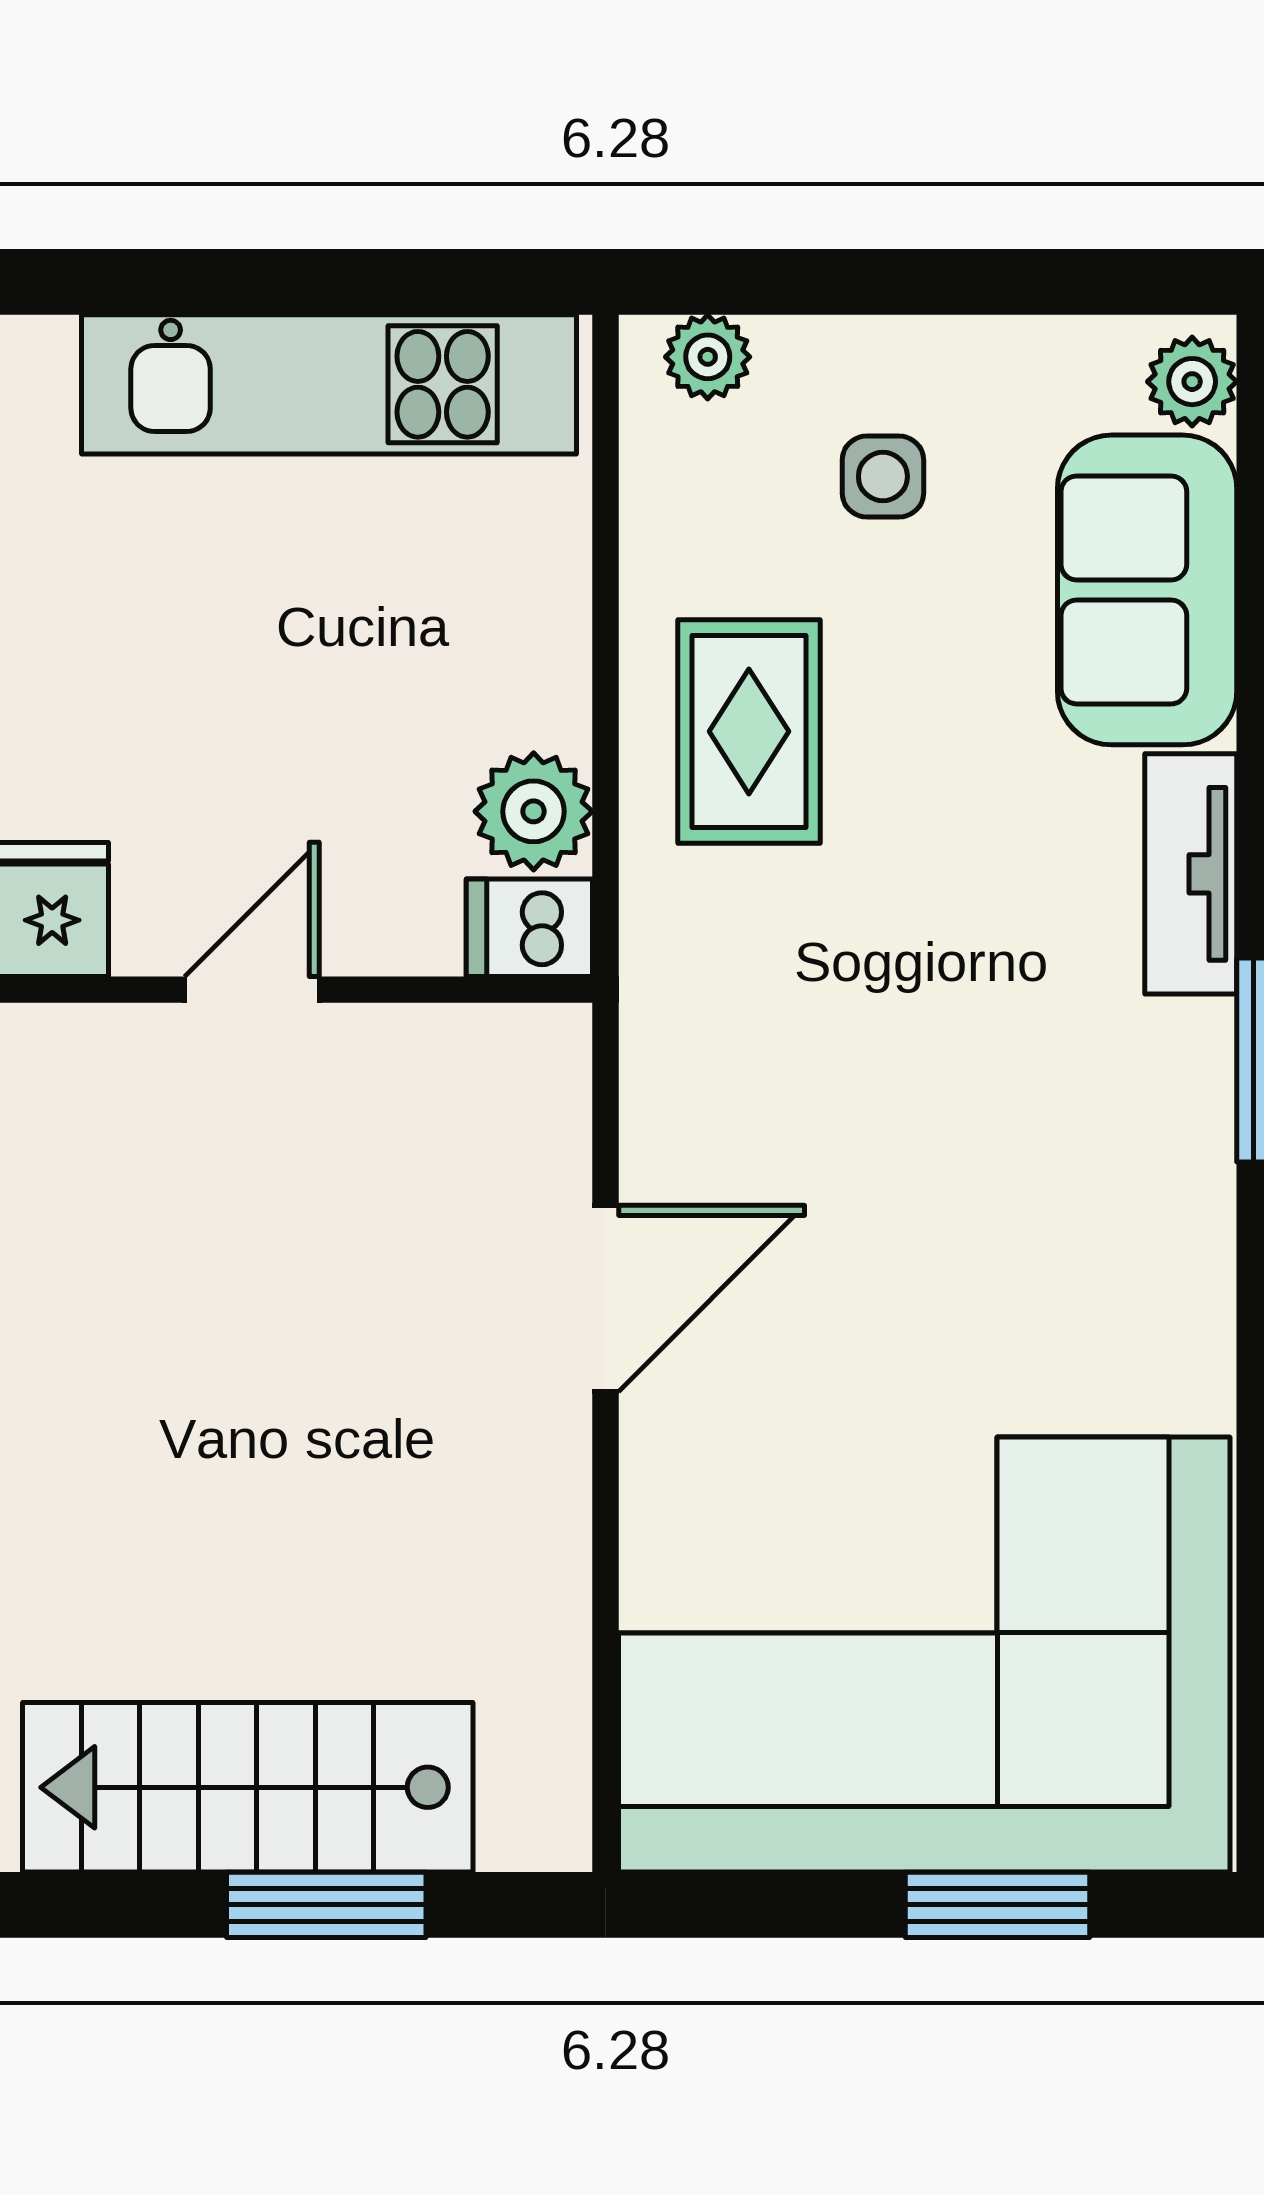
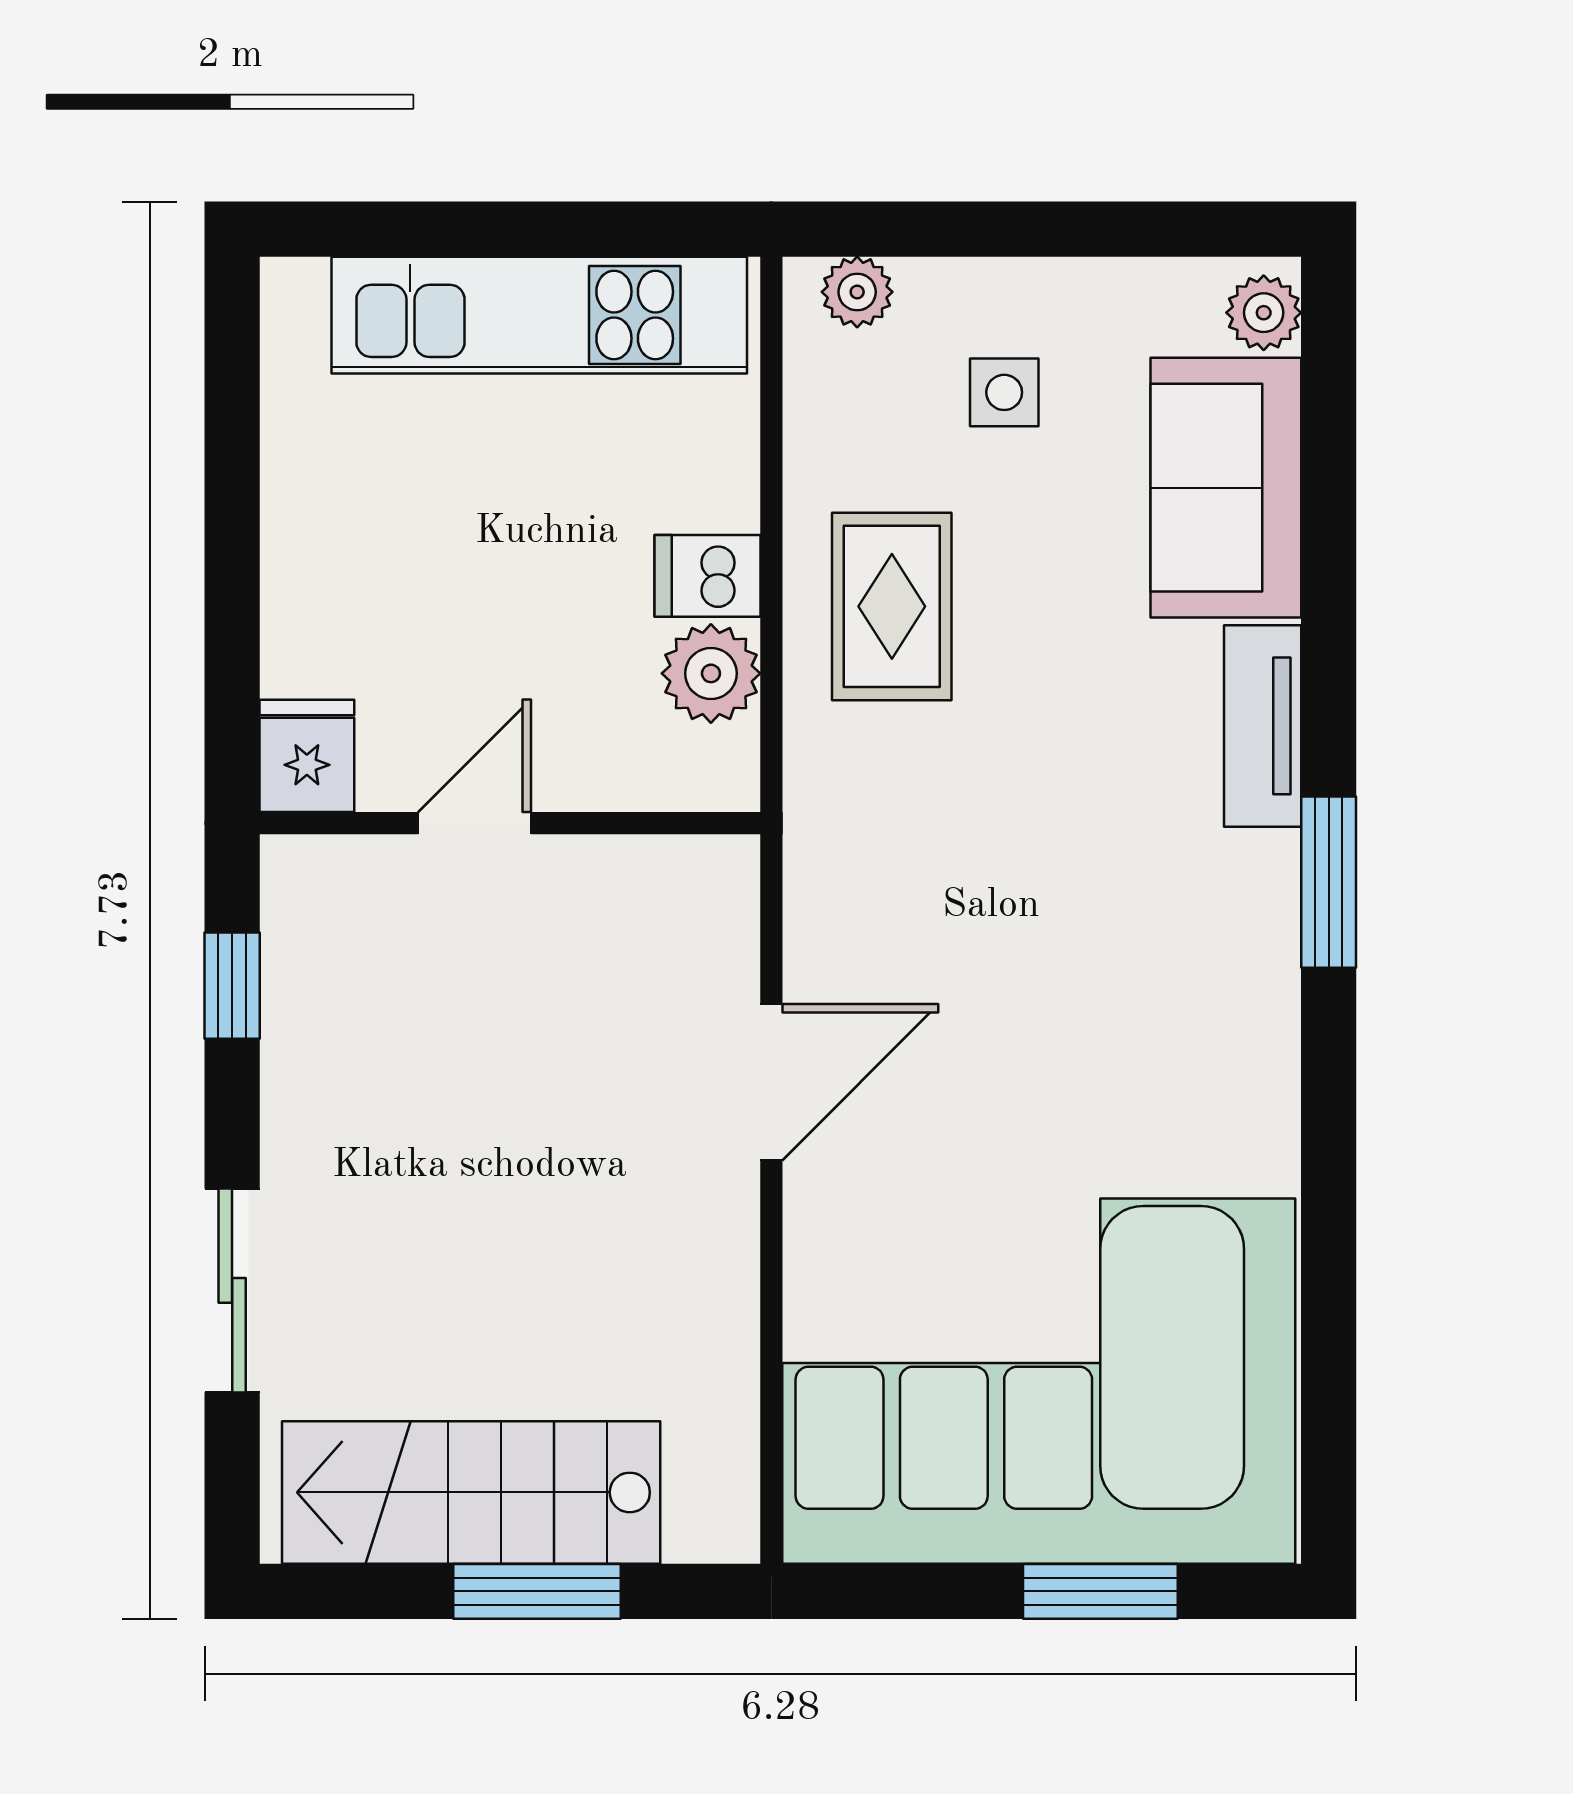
dishwasher: (529, 928) -> (707, 576), moved

